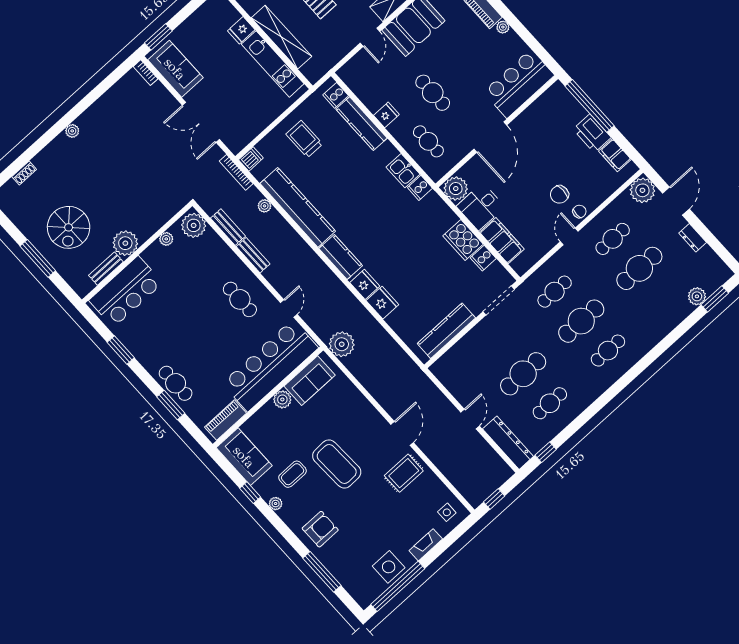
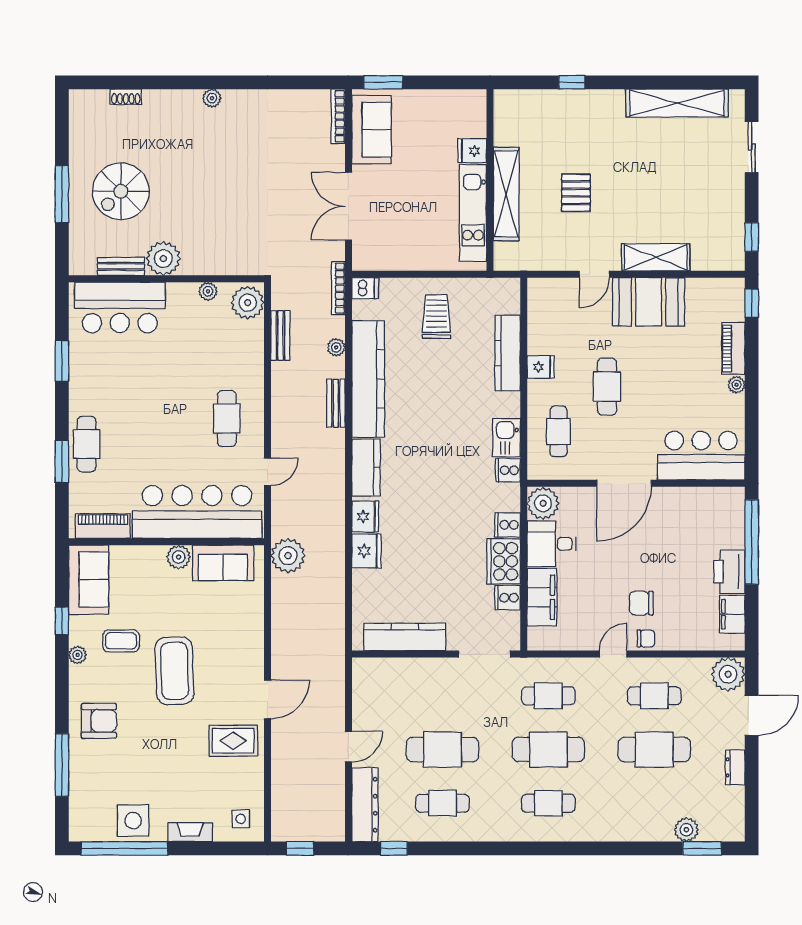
bookcase: (146, 73) -> (338, 116), width x1.56
cooker: (336, 95) -> (508, 525), moved
bench: (253, 255) -> (336, 403), moved

